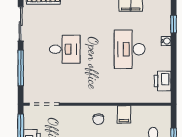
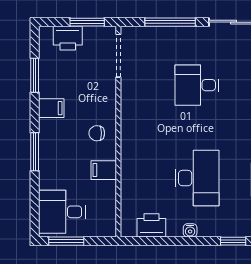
water cooler: (166, 41) -> (190, 230), moved
desk: (65, 49) -> (197, 85), turned 90
desk: (130, 49) -> (197, 178), turned 90

